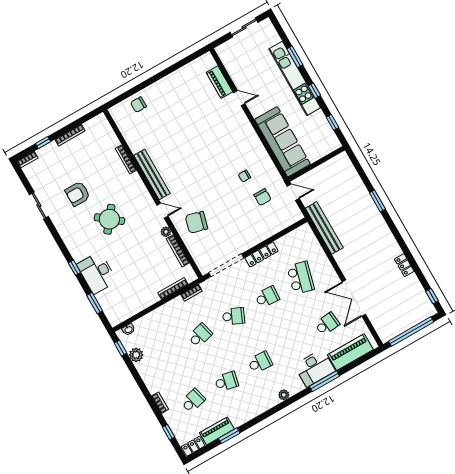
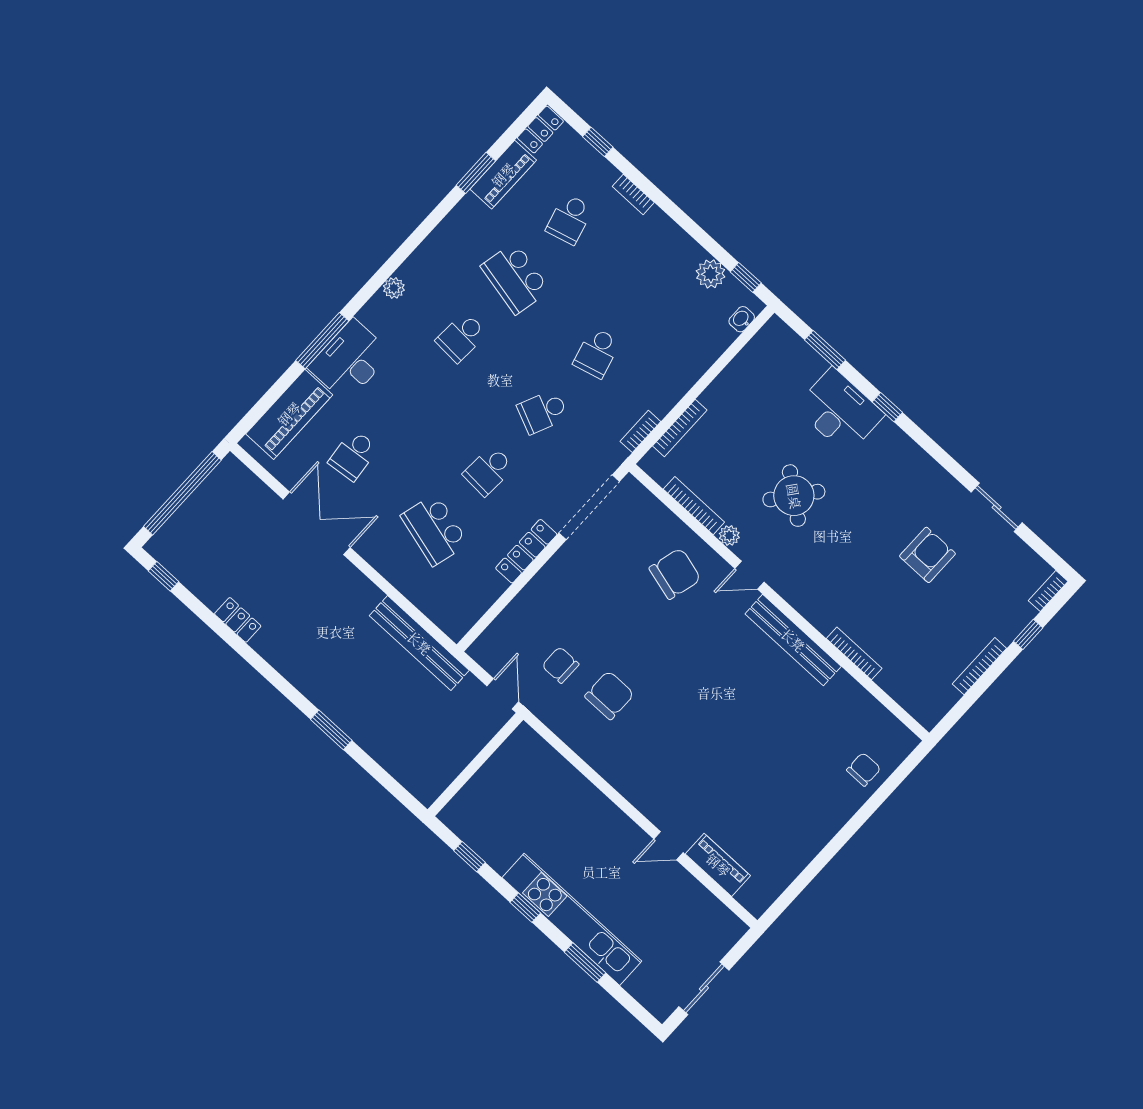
sofa: (282, 142) -> (556, 787), removed
chair: (244, 176) -> (609, 695), width x1.87, depth x1.87
door: (293, 192) -> (503, 694), swing flipped
round table: (109, 219) -> (794, 496), moved
school desk: (227, 382) -> (515, 278), width x1.85

